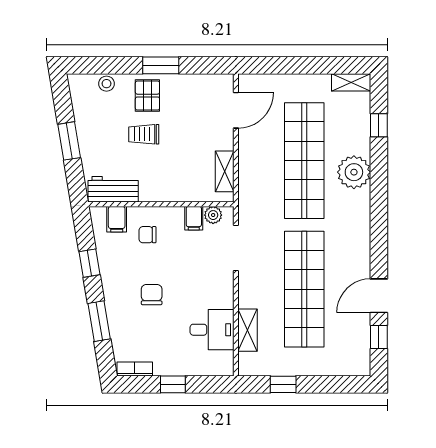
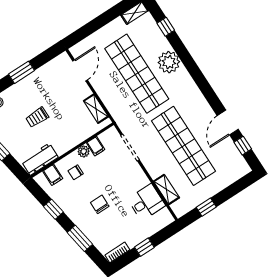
pallet: (147, 96) -> (25, 94), removed
plant: (213, 215) -> (84, 151), moved

